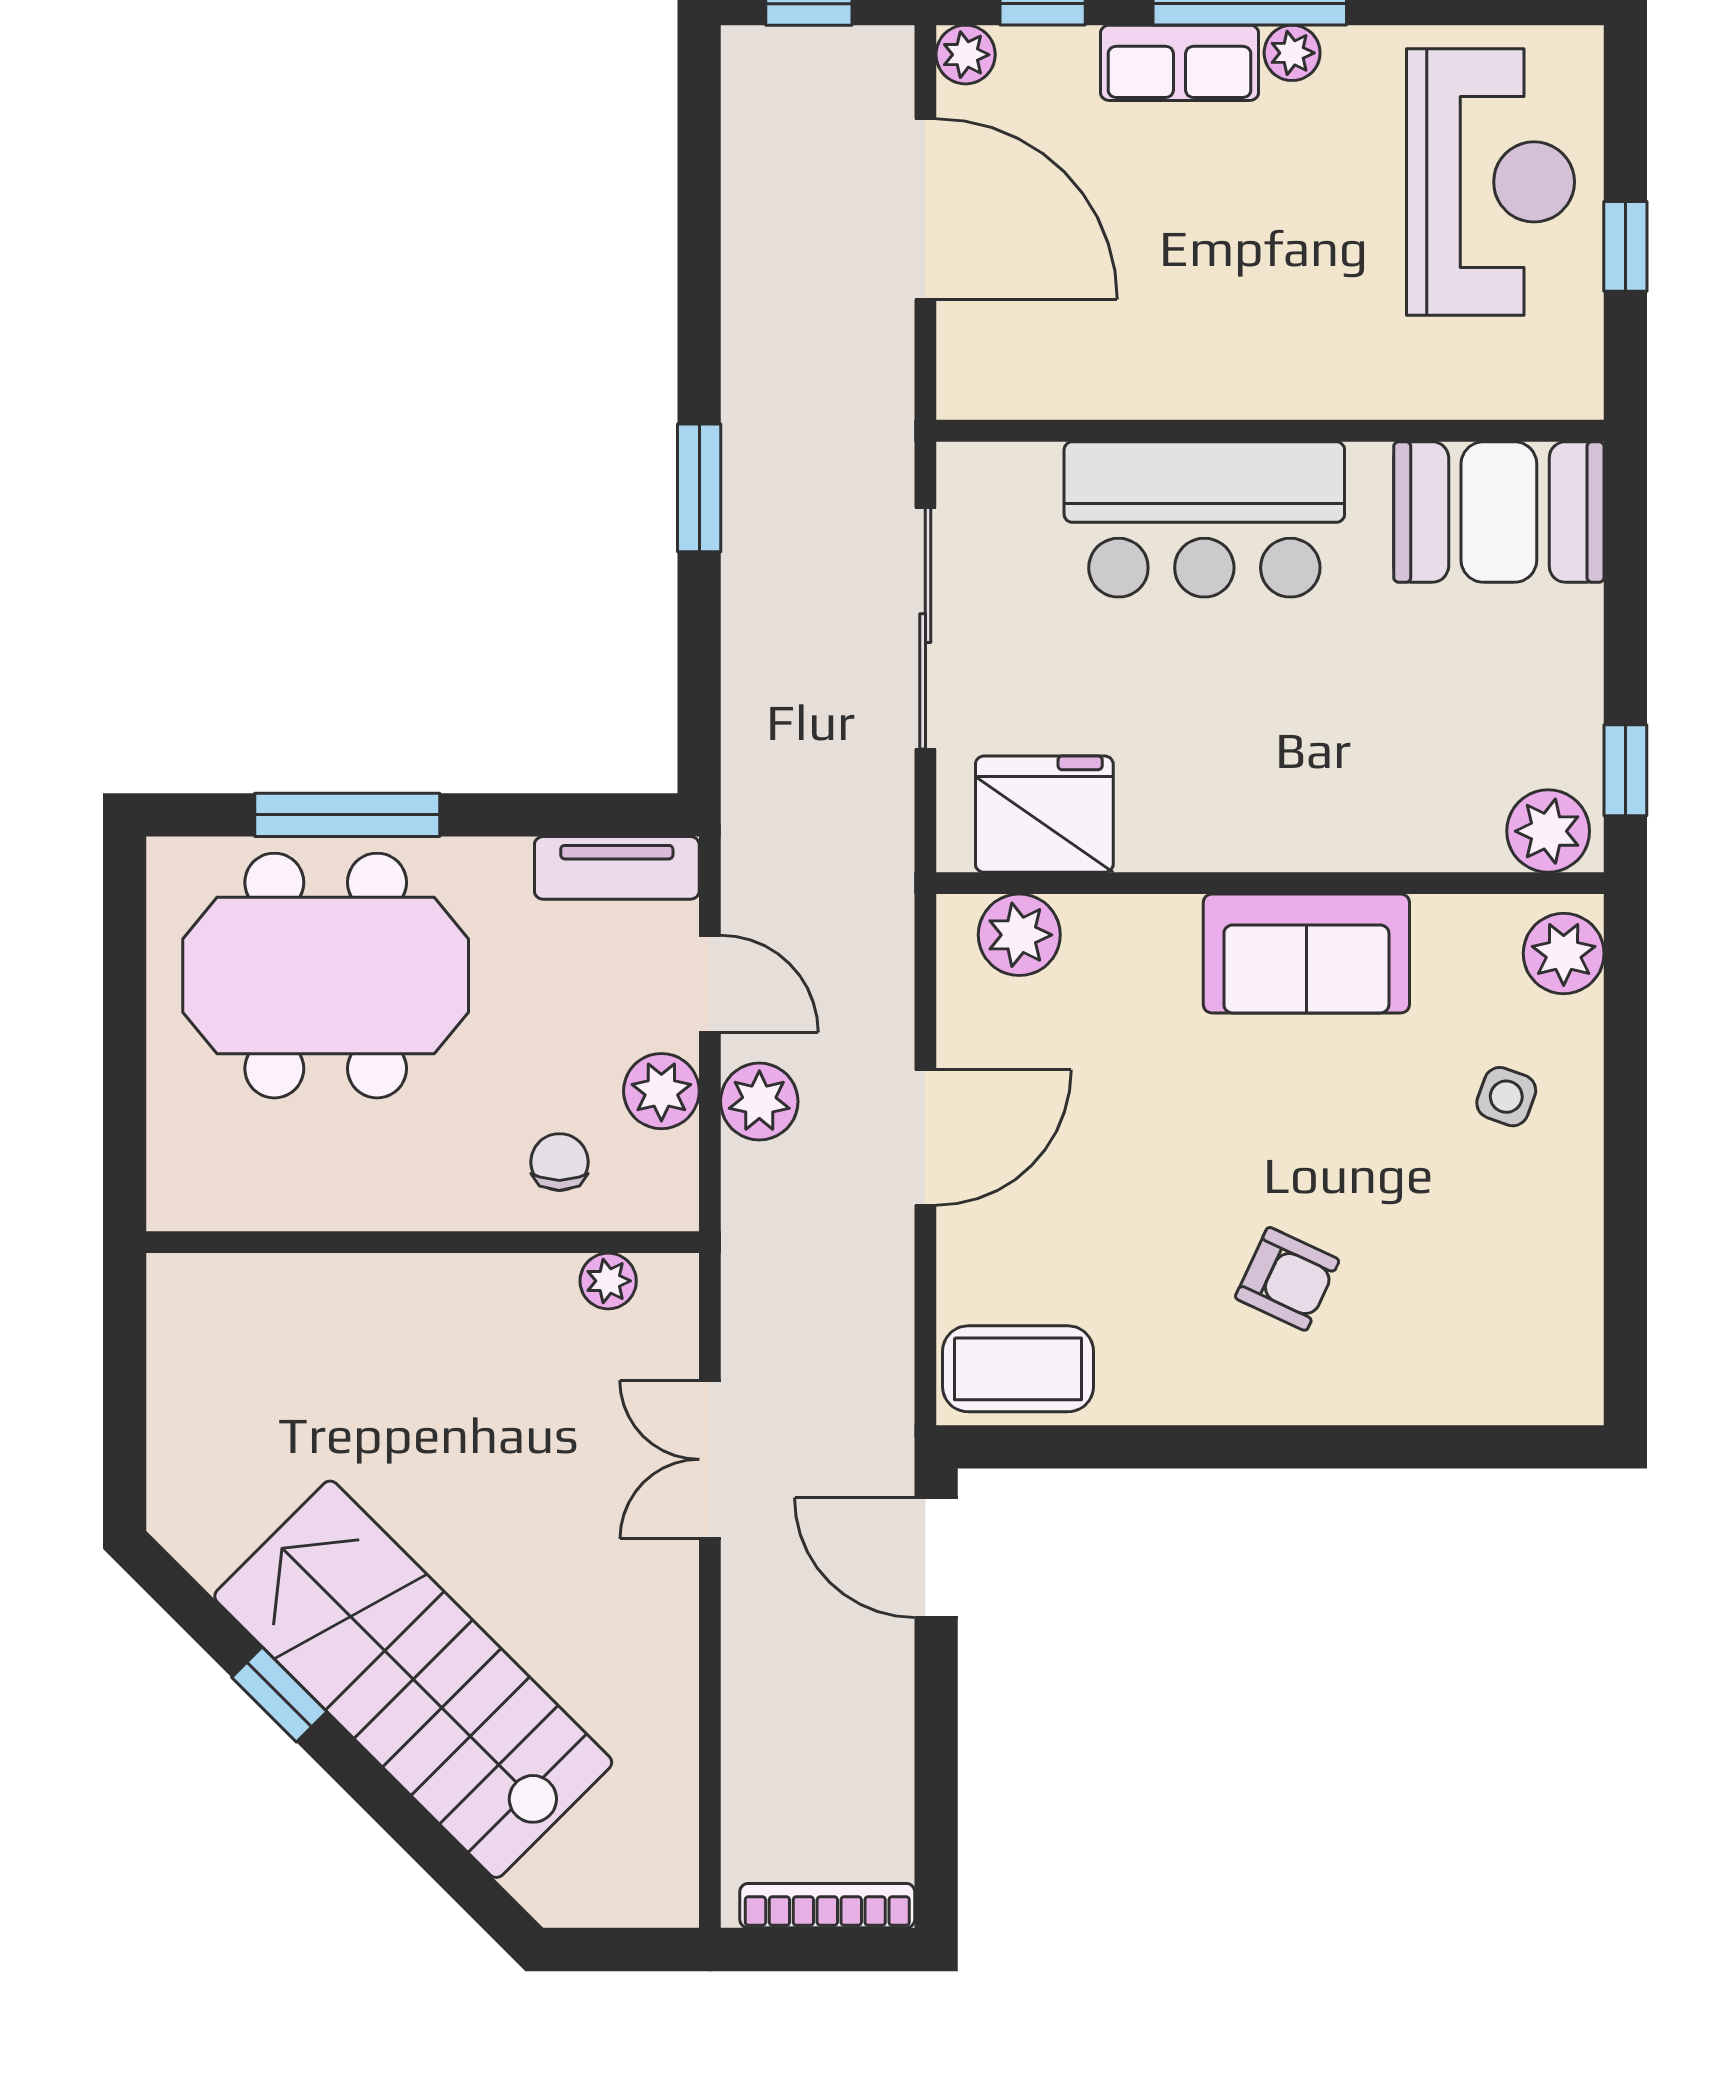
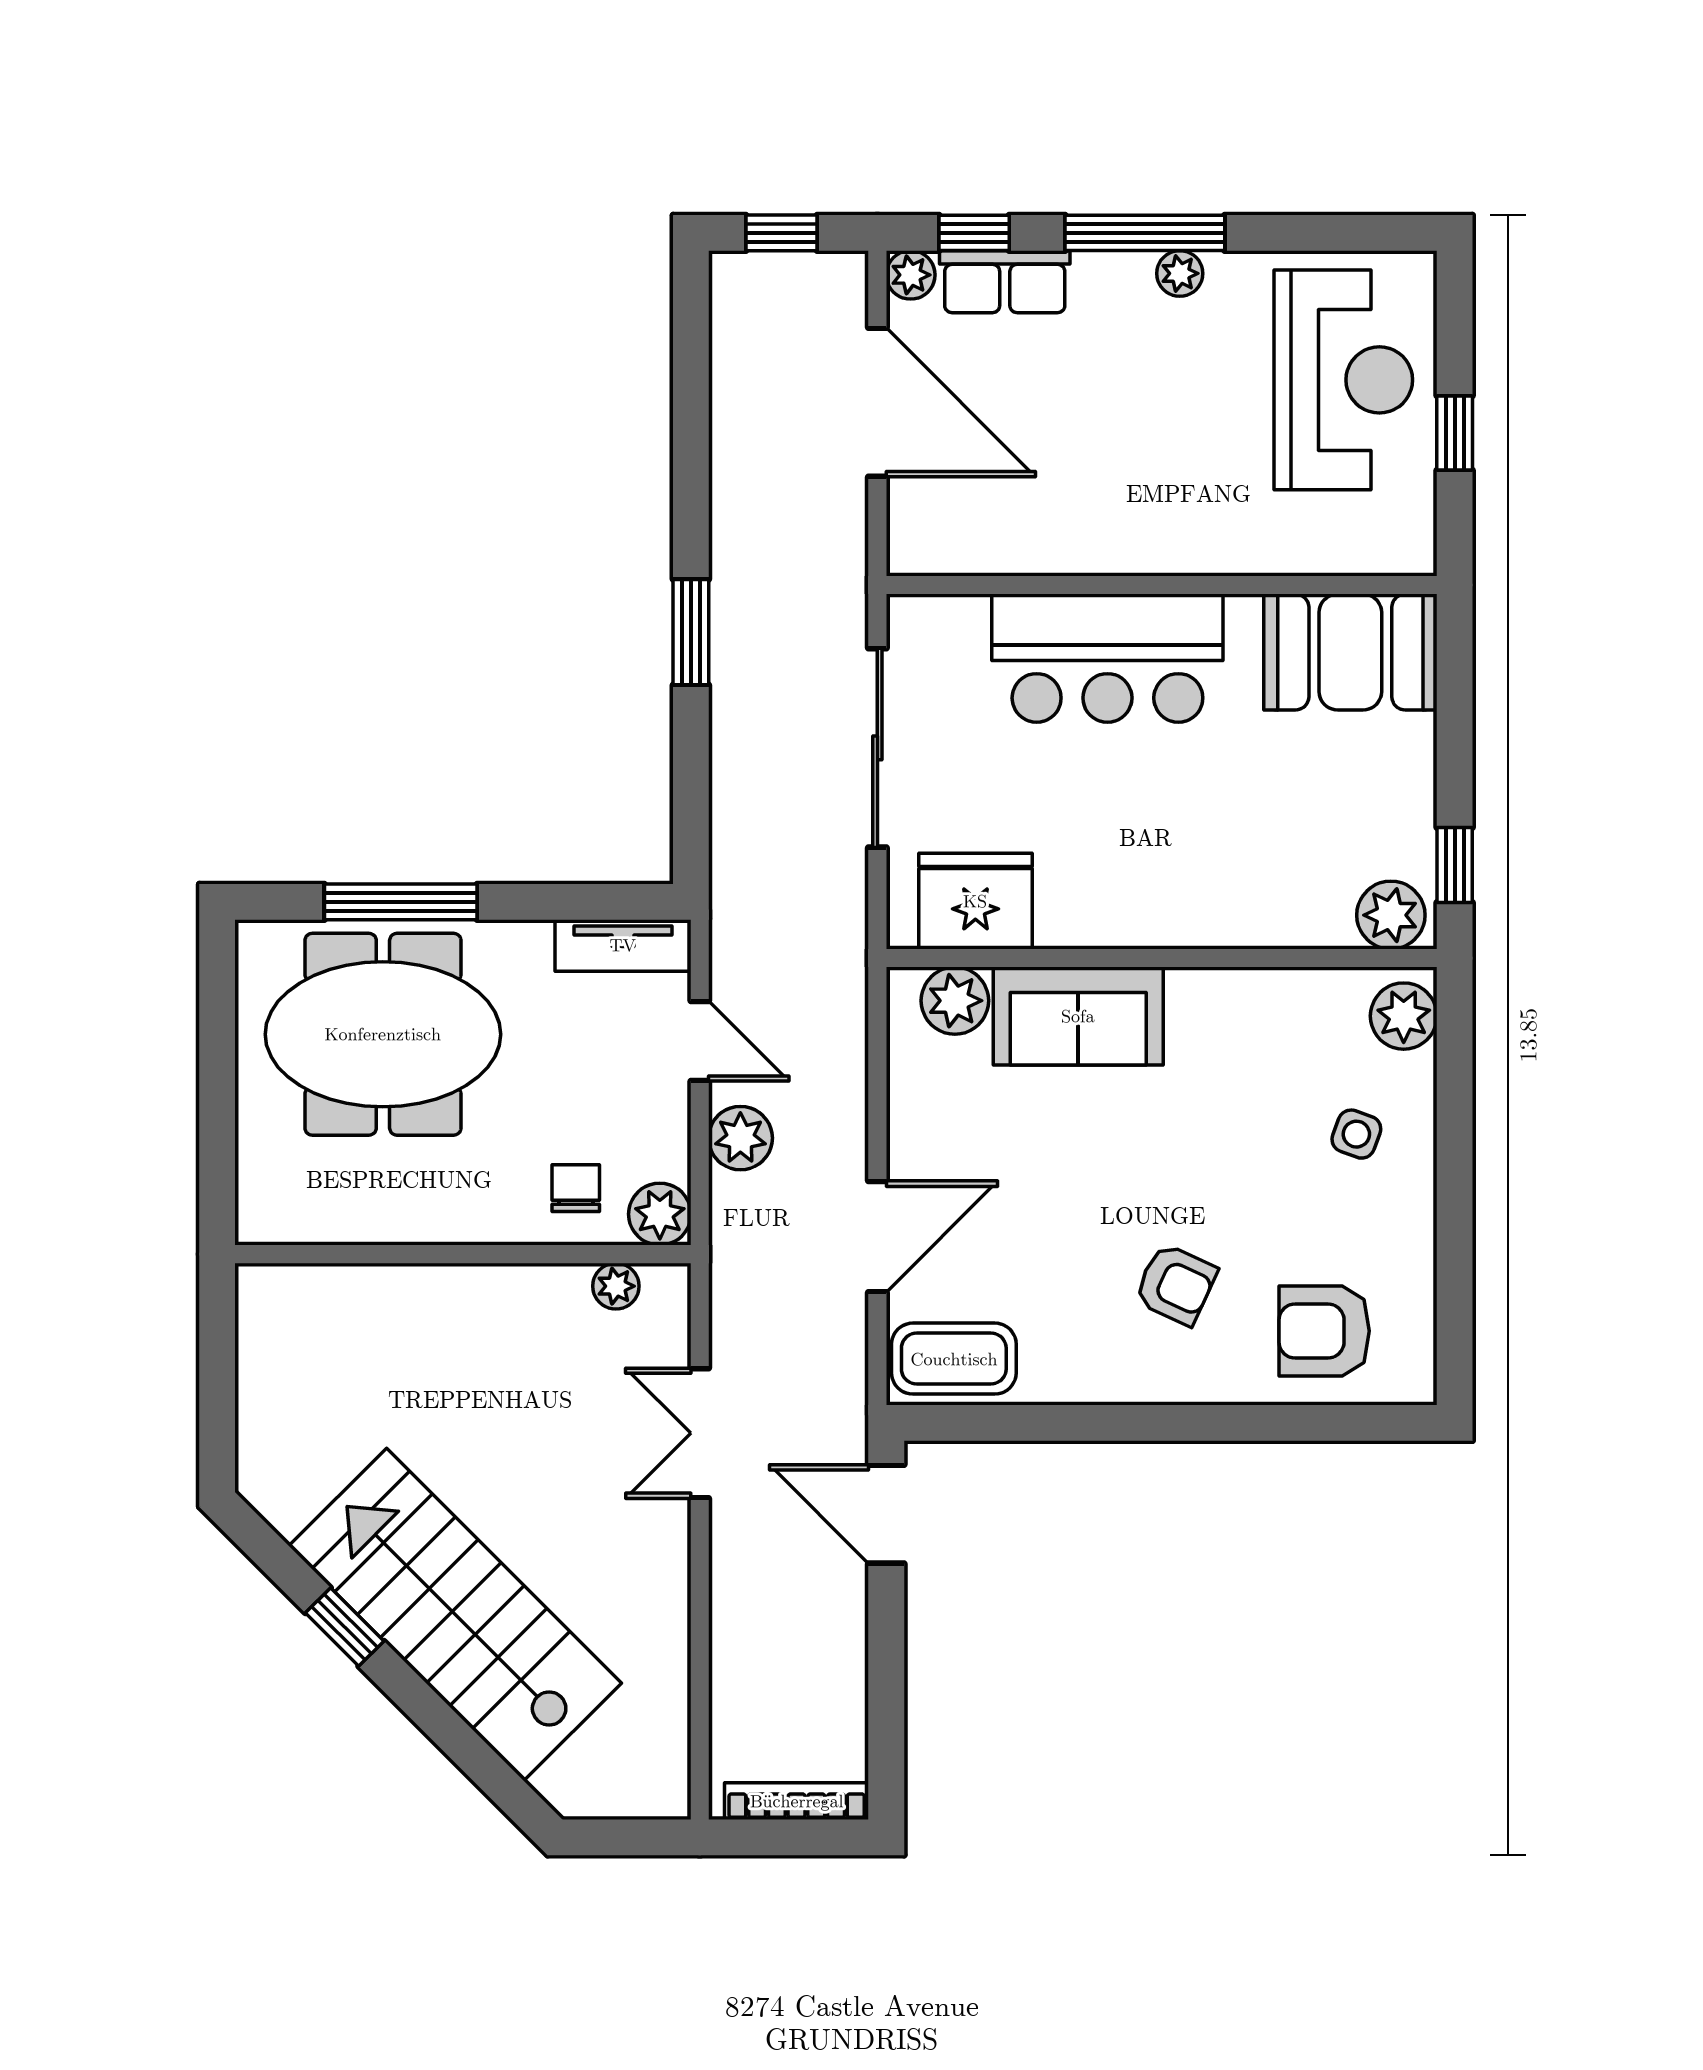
row of seats: (1180, 63) -> (1005, 282), moved
sofa: (1306, 953) -> (1078, 1016), moved
plant: (661, 1091) -> (660, 1214), moved
door: (925, 1137) -> (877, 1237), moved
armchair: (1467, 1335) -> (1324, 1331), added

